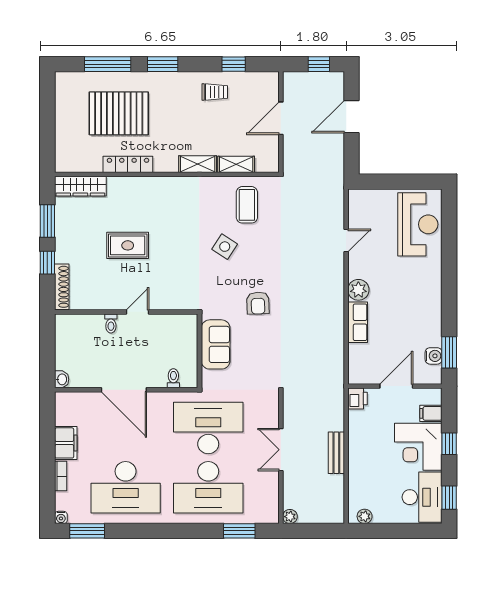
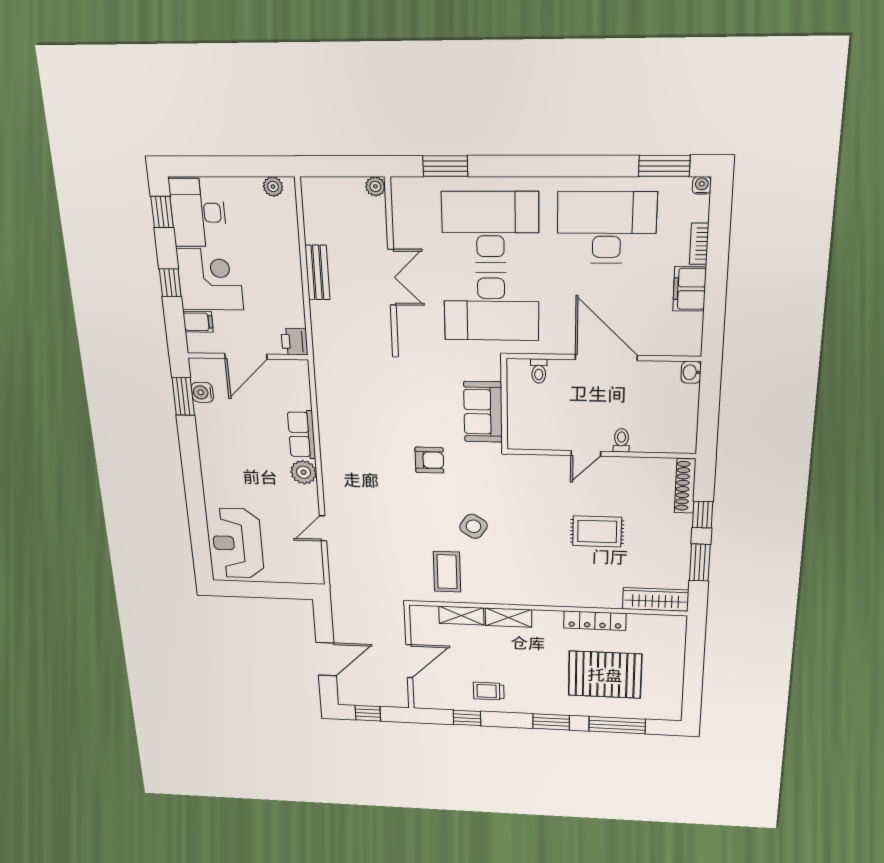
armchair: (258, 303) -> (429, 460), turned 92

